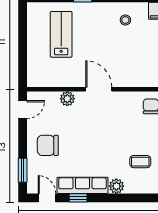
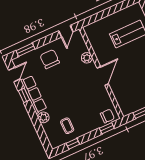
door: (23, 110) -> (66, 31), hinge flipped

